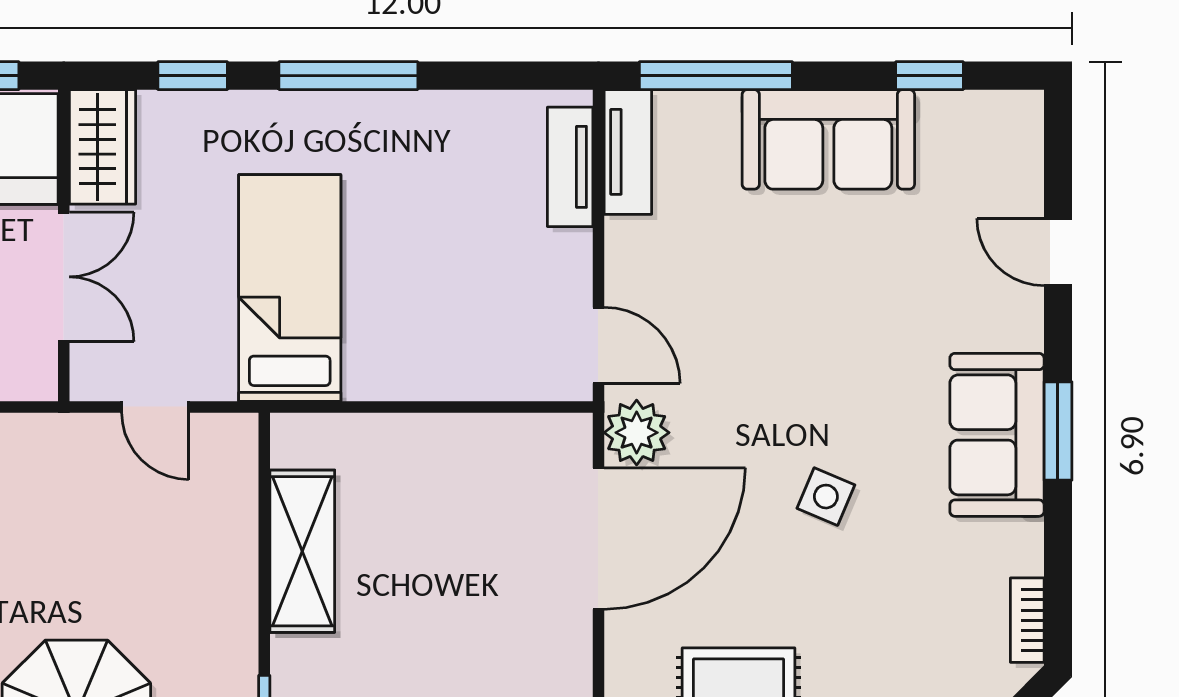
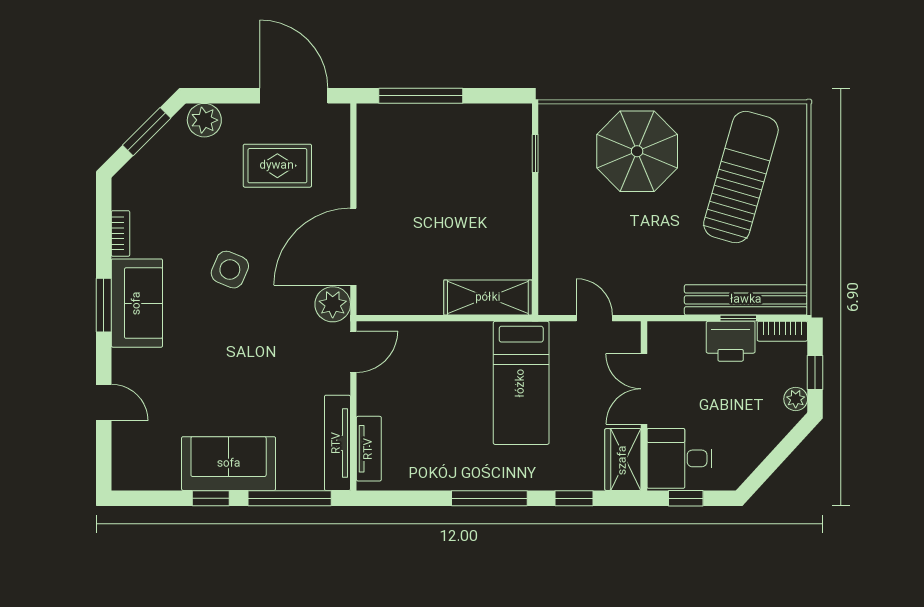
window: (929, 76) -> (211, 498), moved
tv unit: (628, 152) -> (337, 443), width x1.41
door: (598, 345) -> (353, 352), swing flipped
side table: (826, 497) -> (230, 270), width x1.37, depth x1.37
shelving: (302, 551) -> (488, 298), moved, turned 90
bookcase: (1027, 620) -> (120, 233), moved

